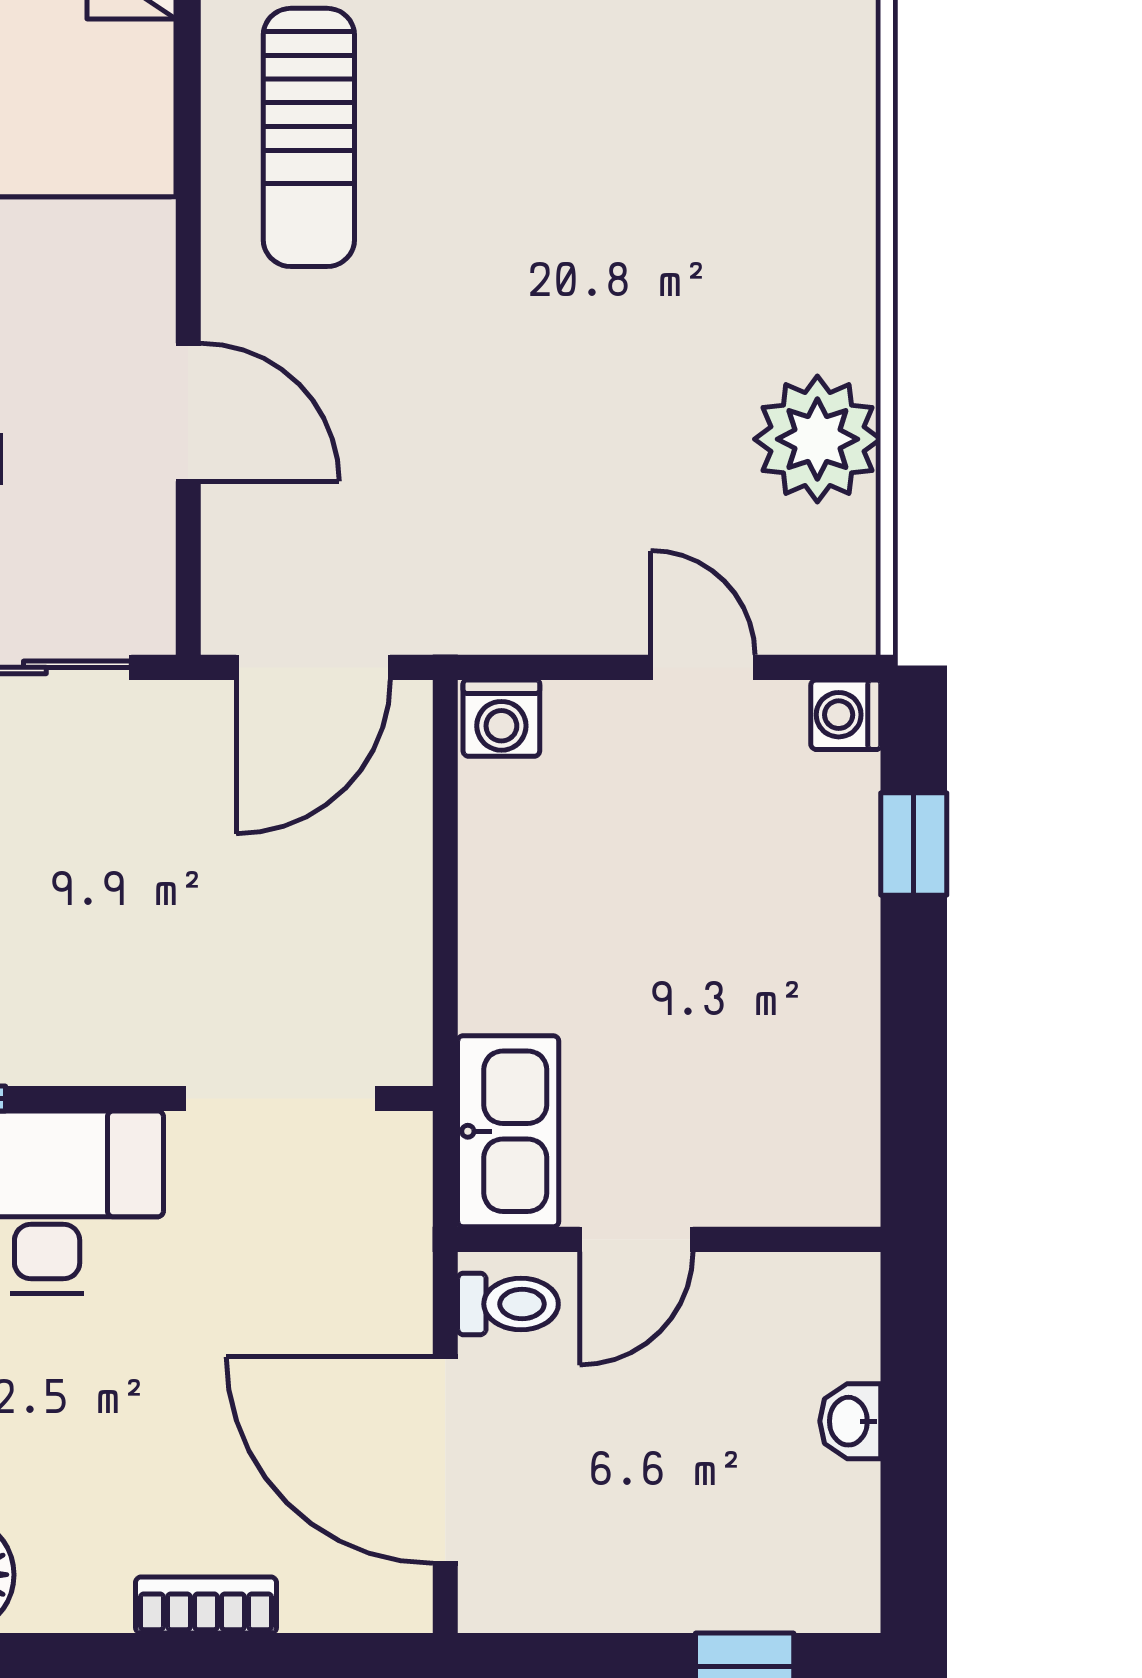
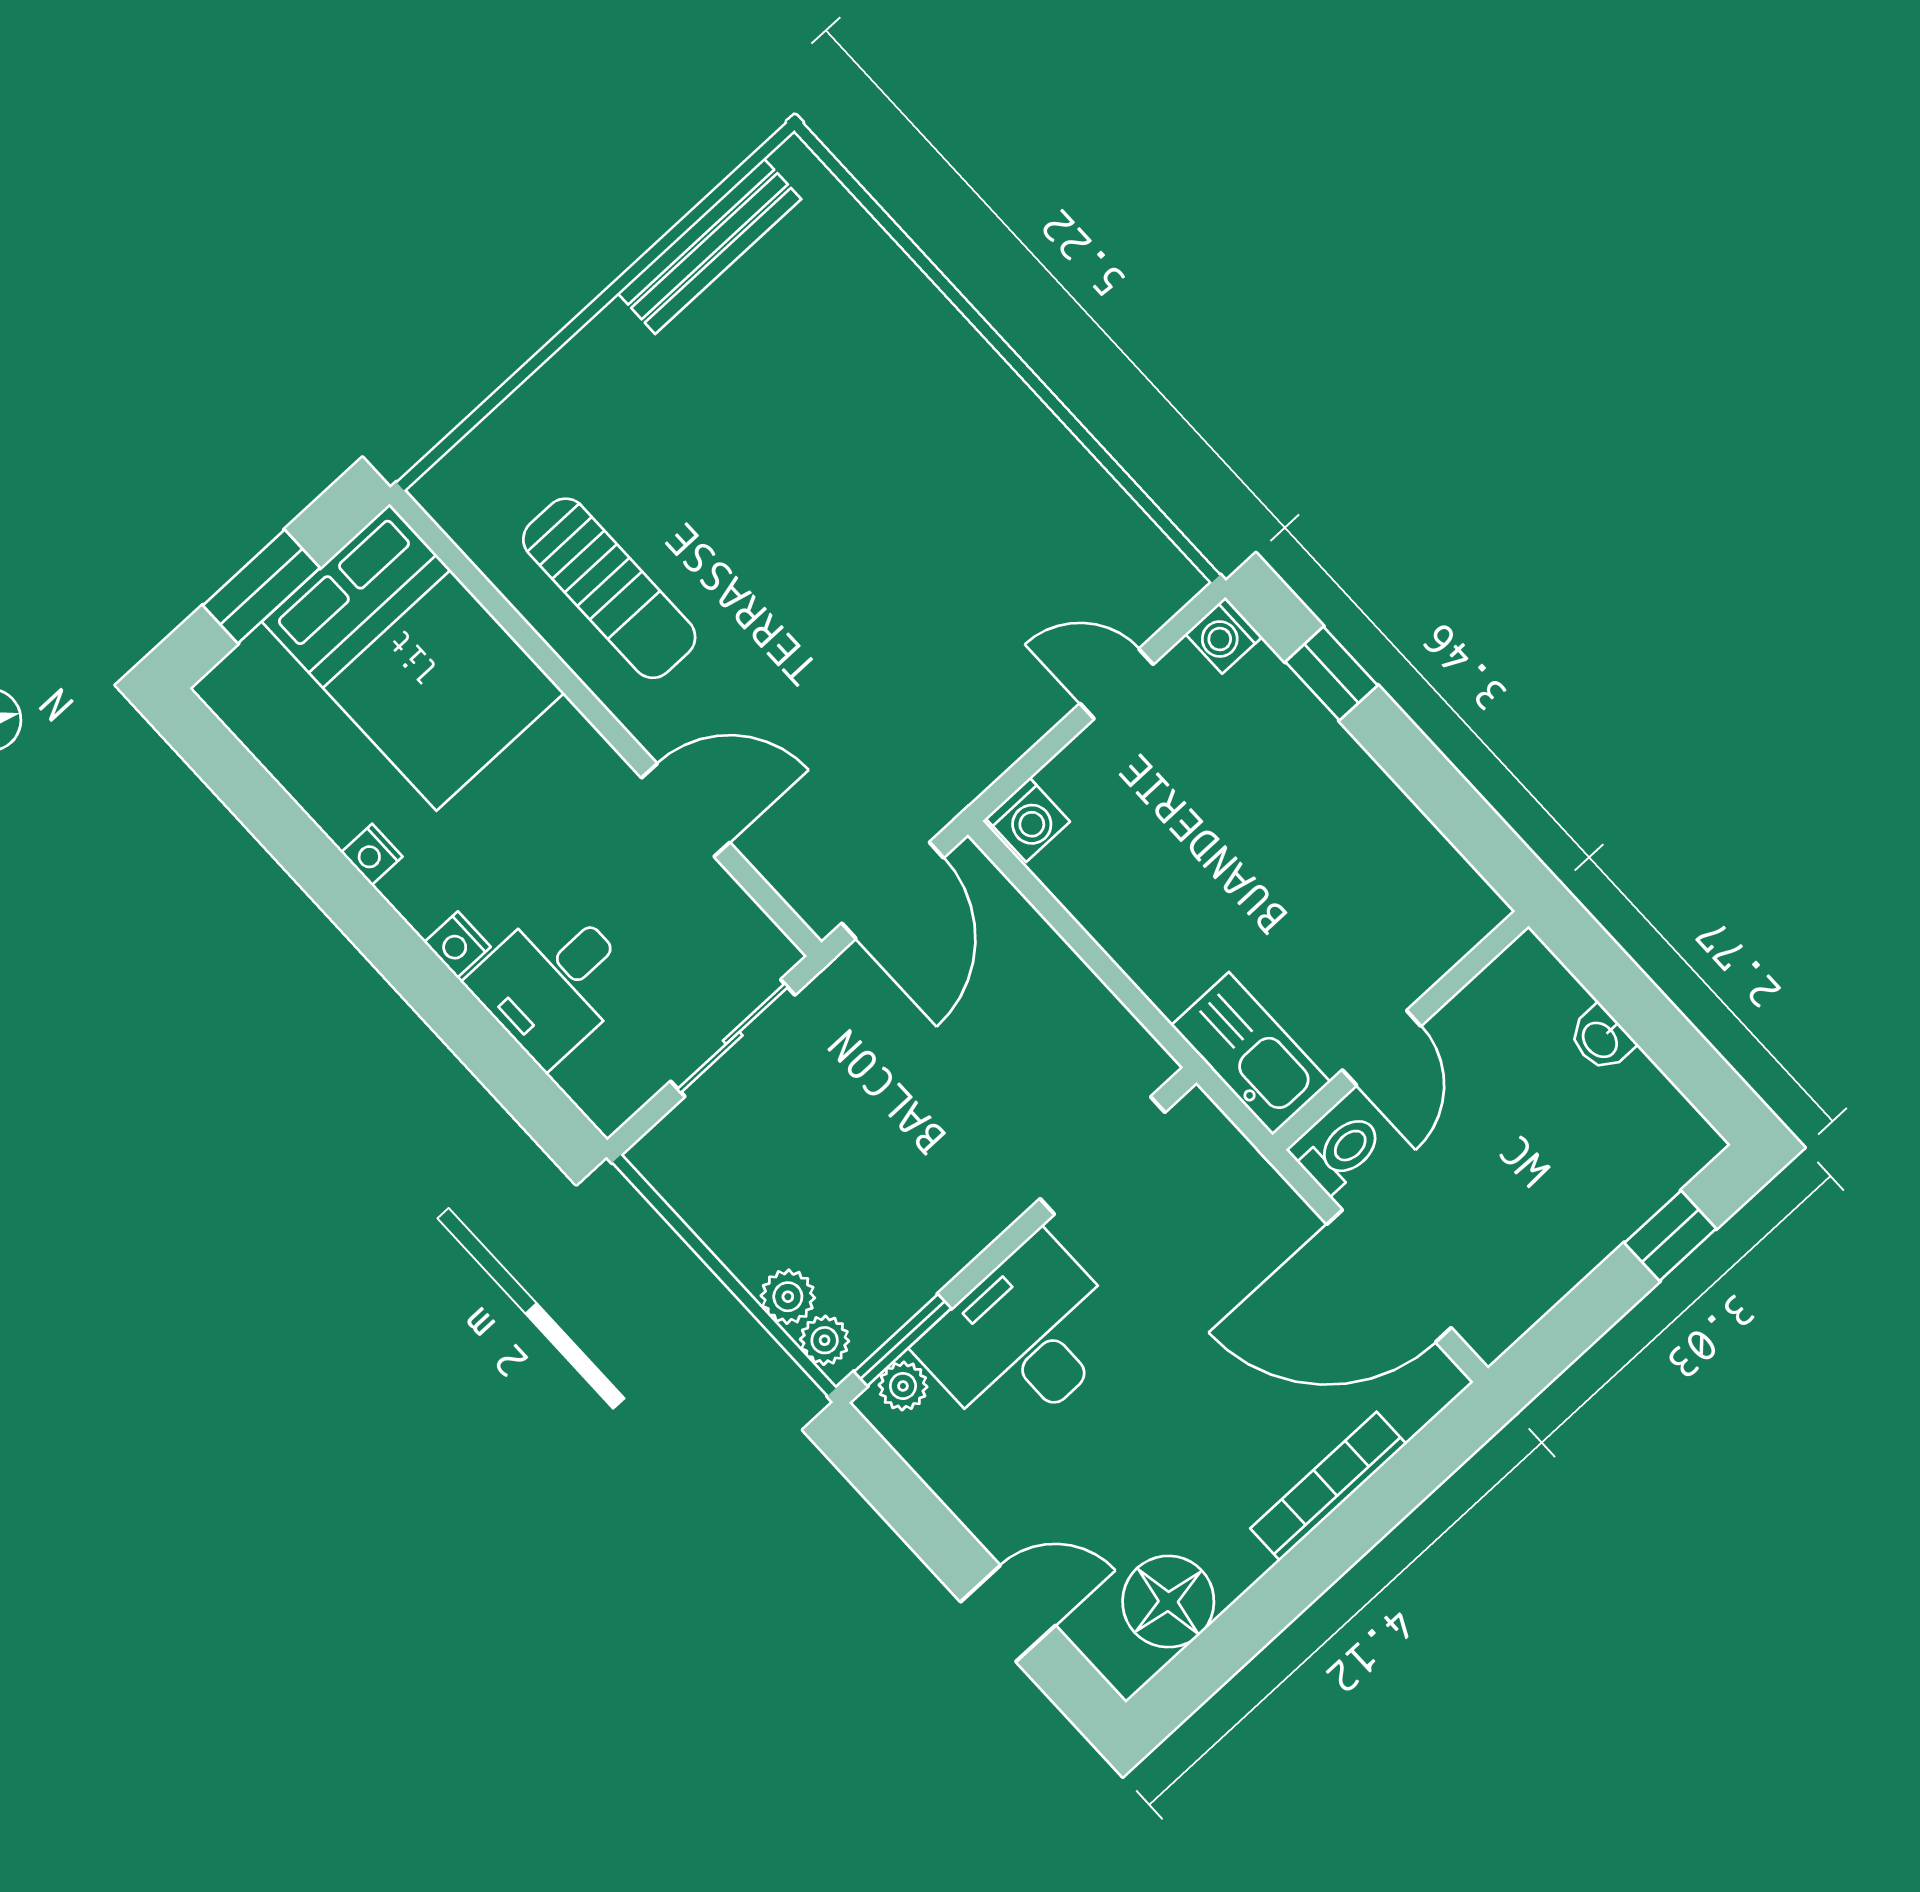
plant: (817, 439) -> (1061, 492), removed
bookcase: (206, 1605) -> (1328, 1486), width x1.56

